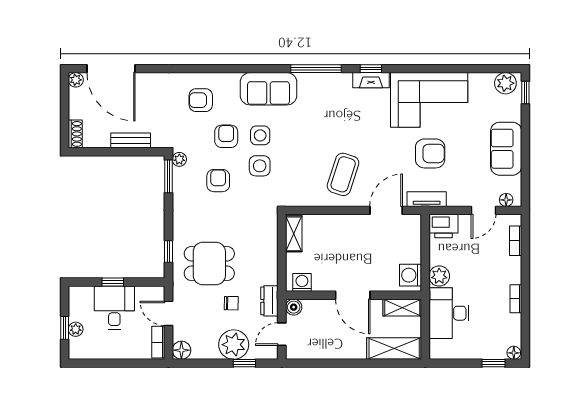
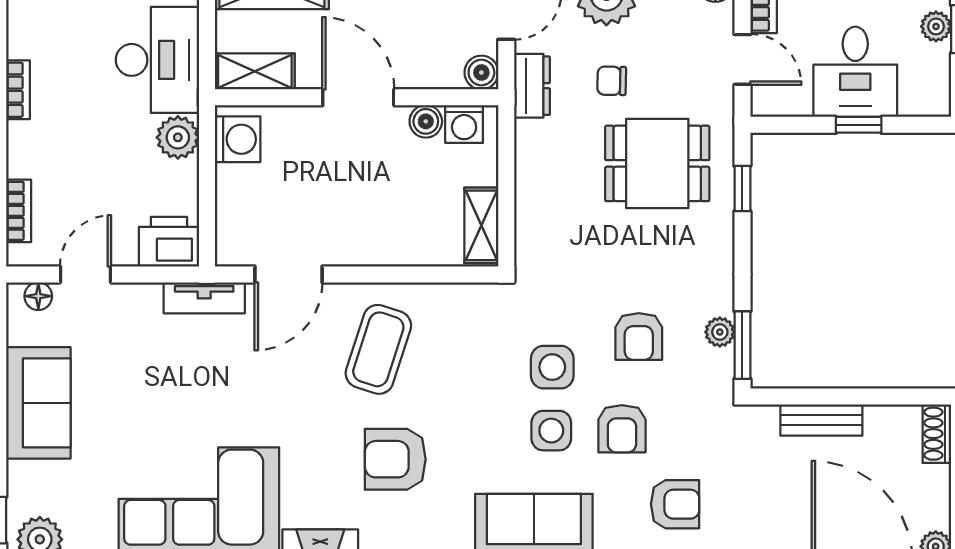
armchair: (430, 153) -> (395, 459), moved
plant: (179, 159) -> (720, 332), moved
boiler: (320, 284) -> (426, 121), added

